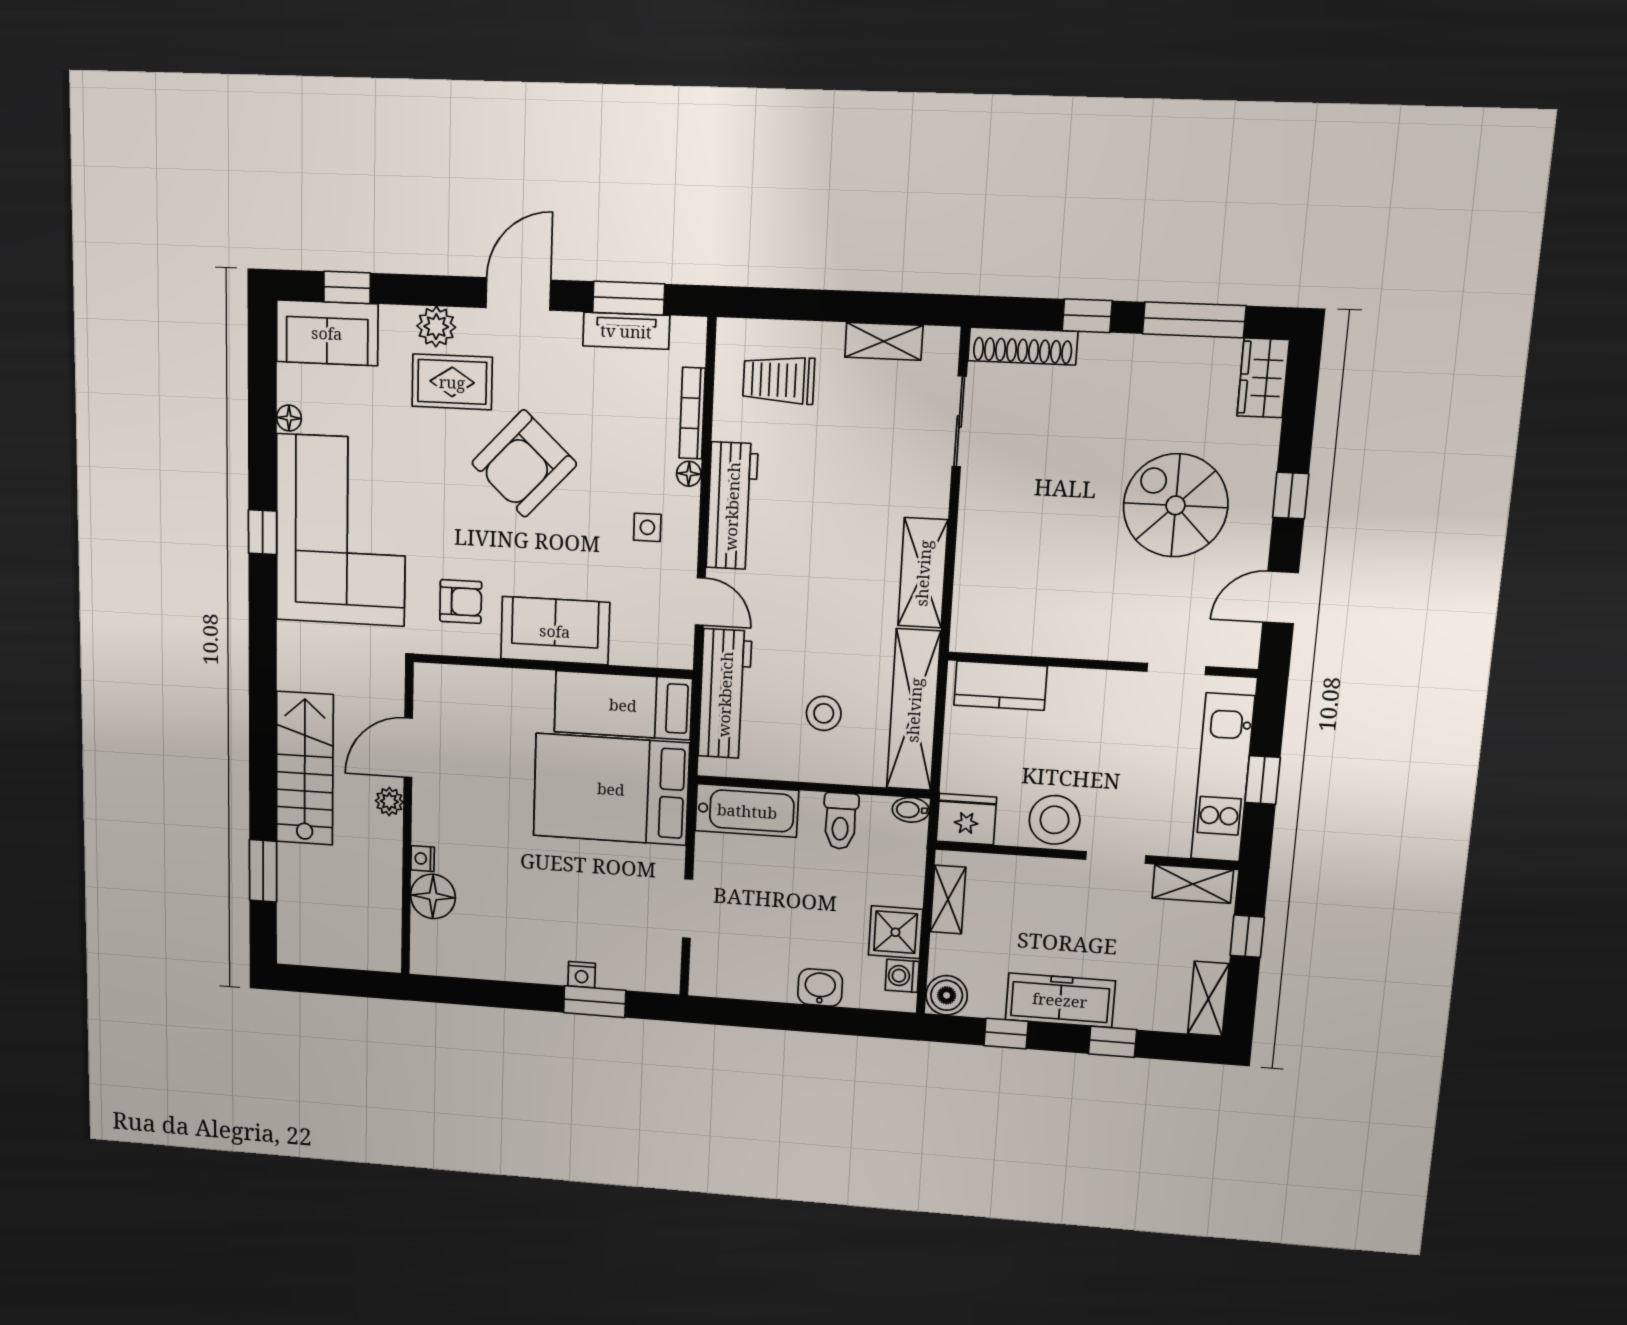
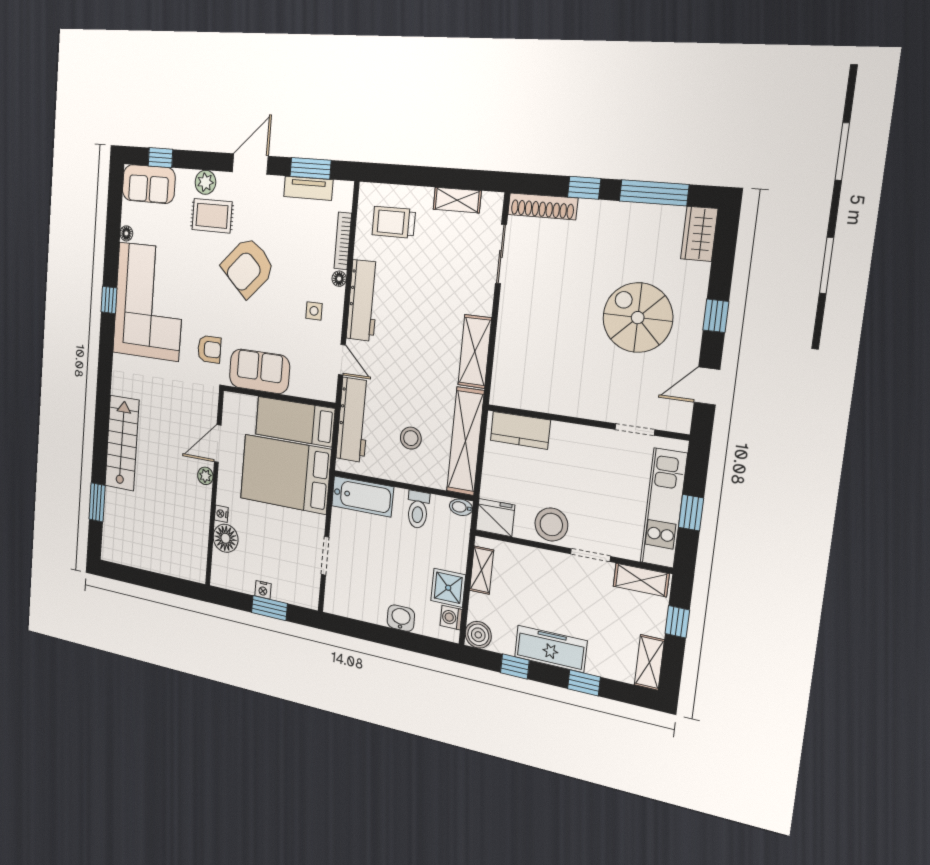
door: (408, 748) -> (218, 444), moved
plant: (389, 801) -> (205, 476), moved
wall: (407, 820) -> (214, 489), moved
nightstand: (423, 859) -> (221, 514), moved
floor lamp: (433, 896) -> (226, 538), moved

